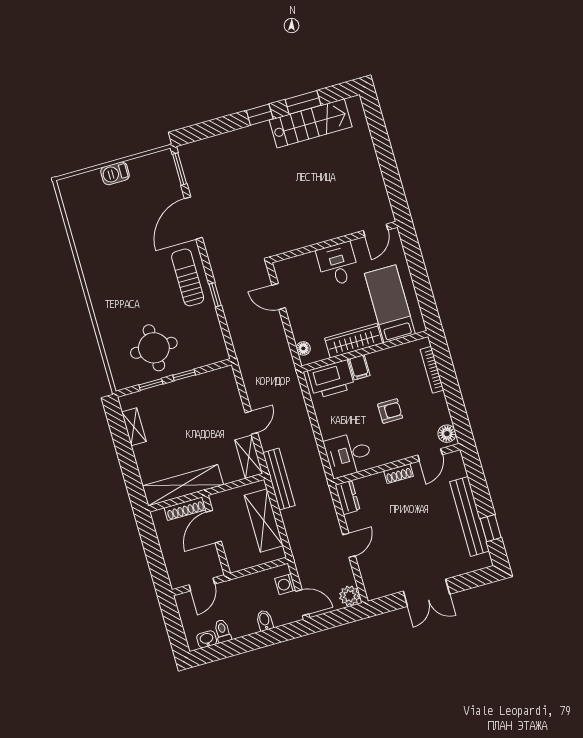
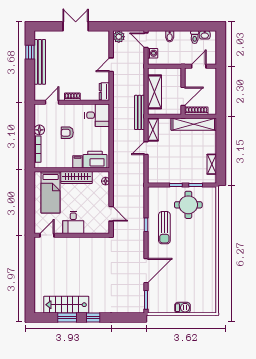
sun lounger: (188, 277) -> (164, 228), moved
floor lamp: (447, 434) -> (39, 130), moved

